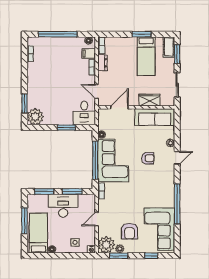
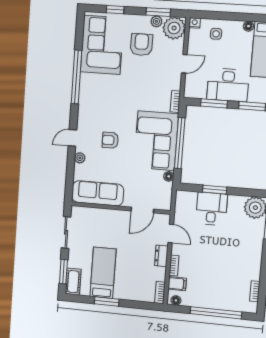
dresser: (102, 63) -> (161, 256), moved
wardrobe: (149, 100) -> (103, 216), removed
desk: (84, 113) -> (211, 209), moved

